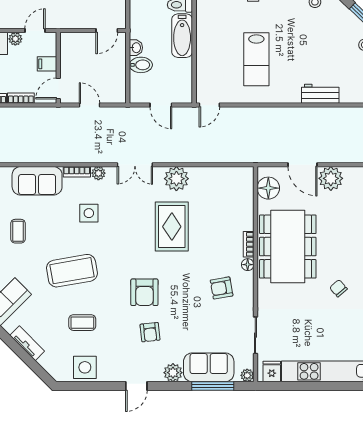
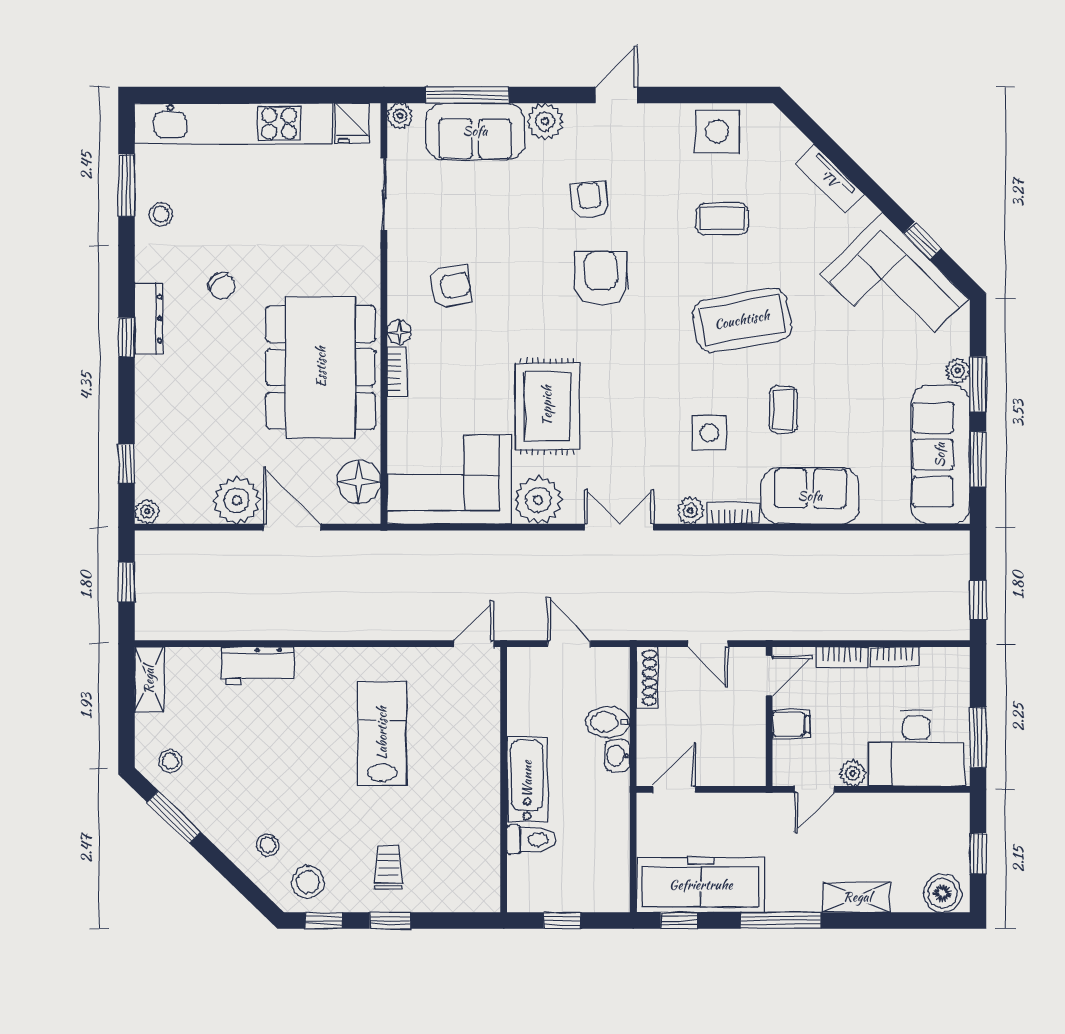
shoe rack: (121, 88) -> (647, 678), added
corner sofa: (222, 189) -> (449, 480), added
coffee table: (18, 231) -> (783, 410), moved

